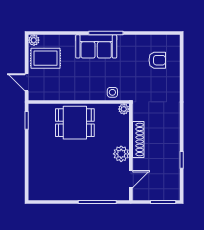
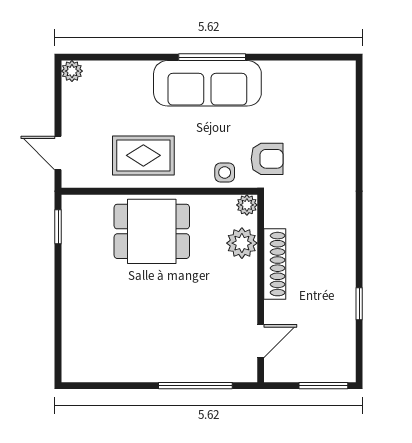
sofa: (96, 46) -> (207, 83), width x1.36
rug: (46, 58) -> (143, 155), moved
armchair: (157, 60) -> (267, 159), moved
plant: (121, 154) -> (242, 243), moved

